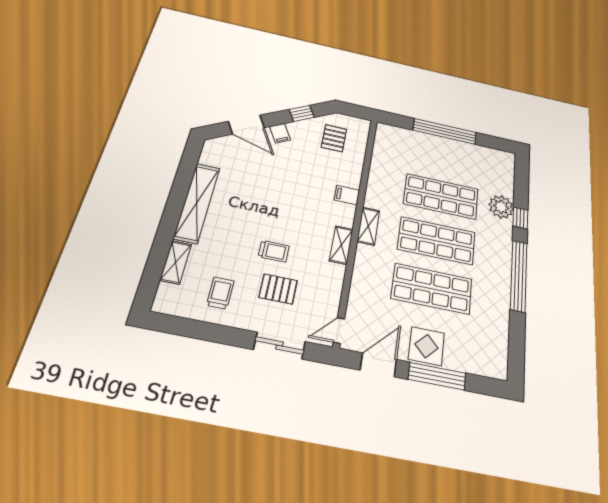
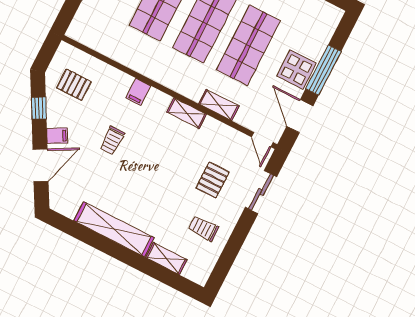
shelving: (368, 226) -> (219, 105), moved
trolley: (274, 251) -> (112, 140), moved, turned 180

